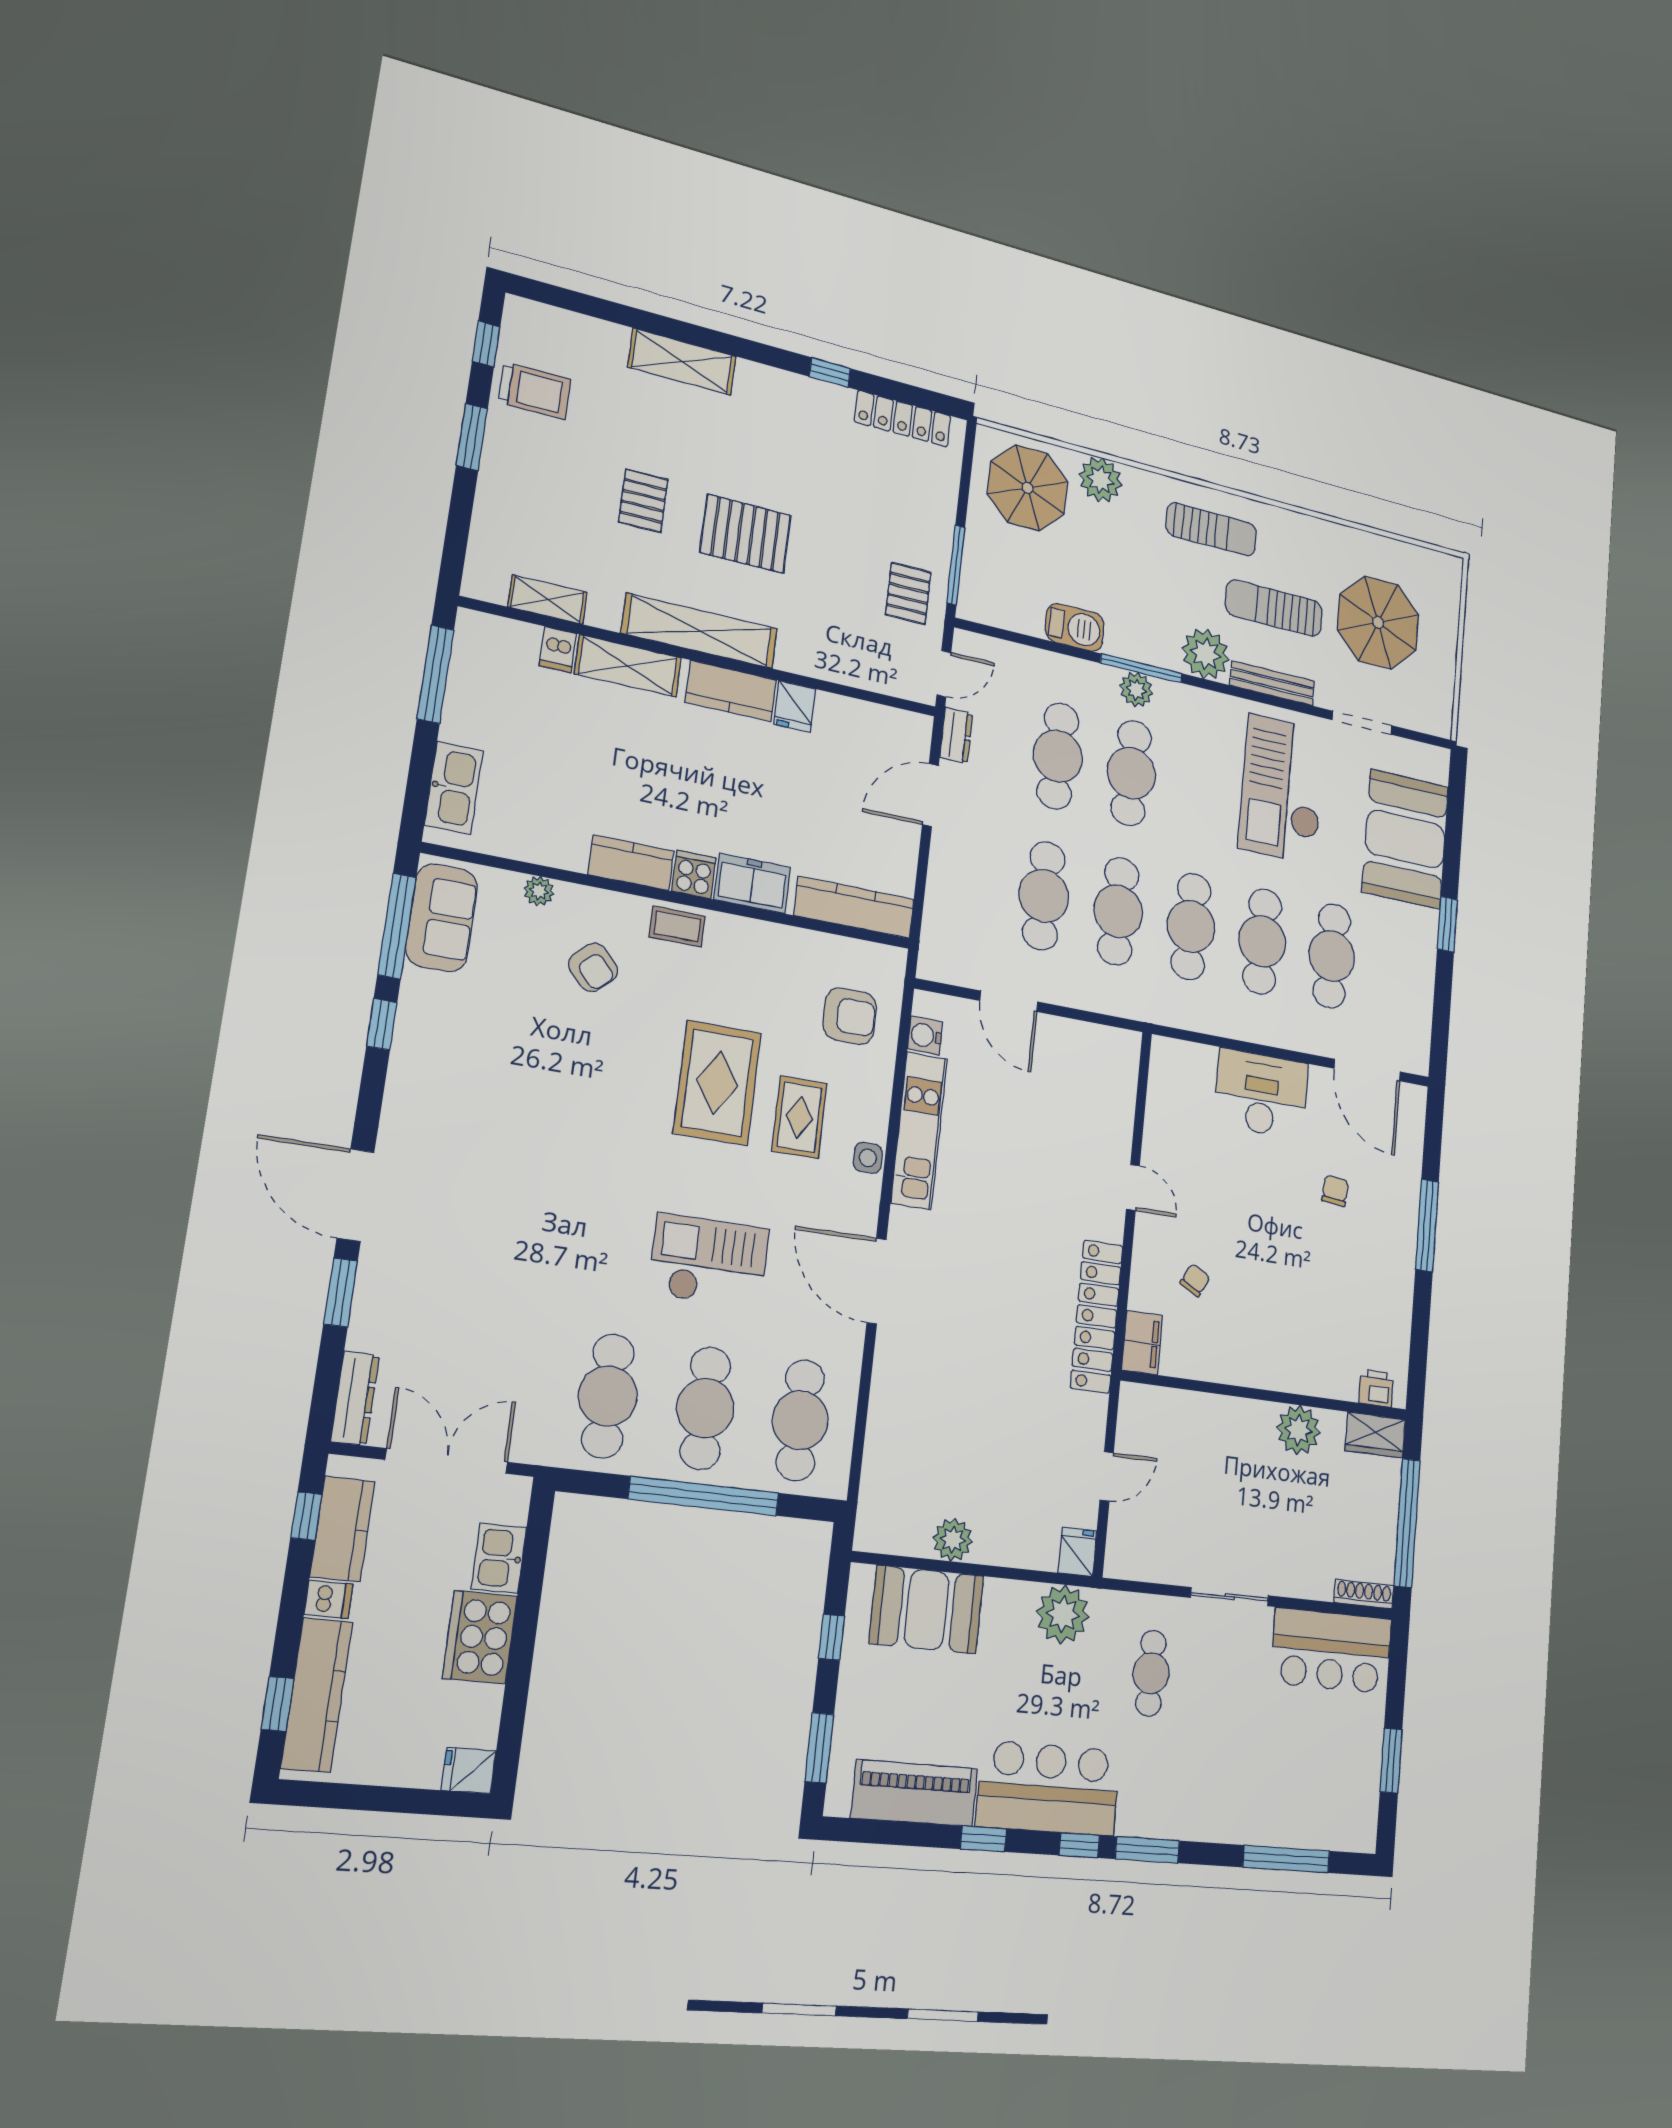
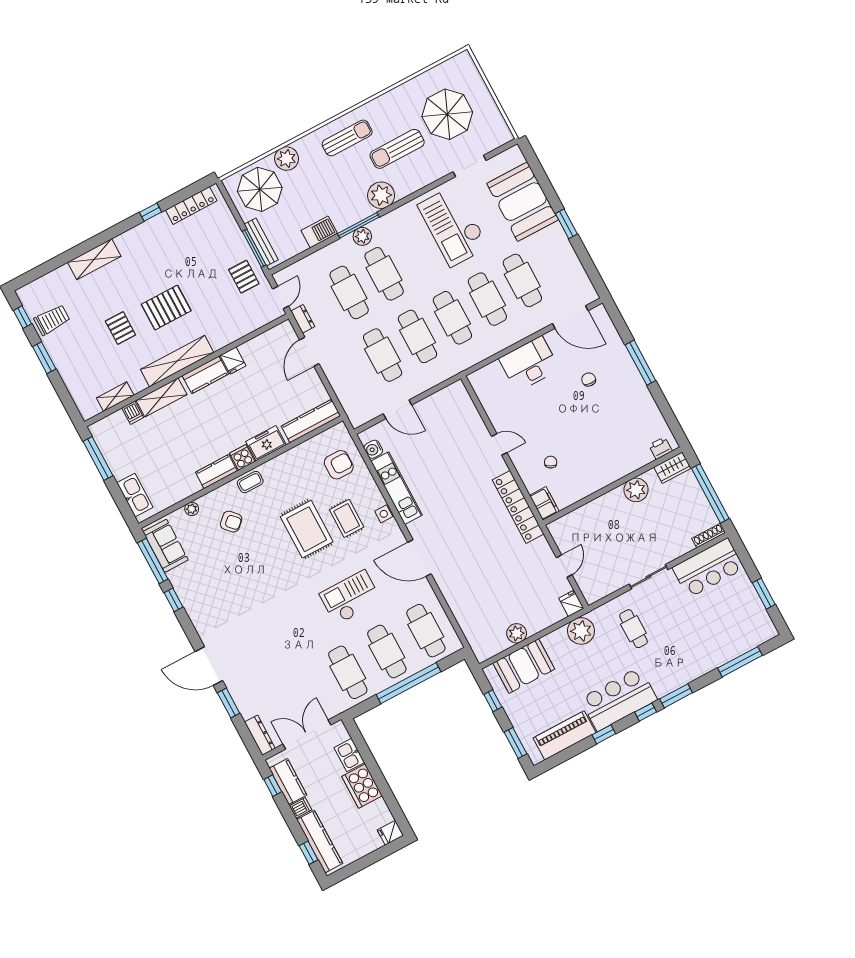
bench: (1272, 683) -> (261, 242), moved, turned 90

